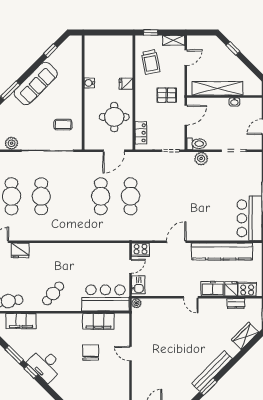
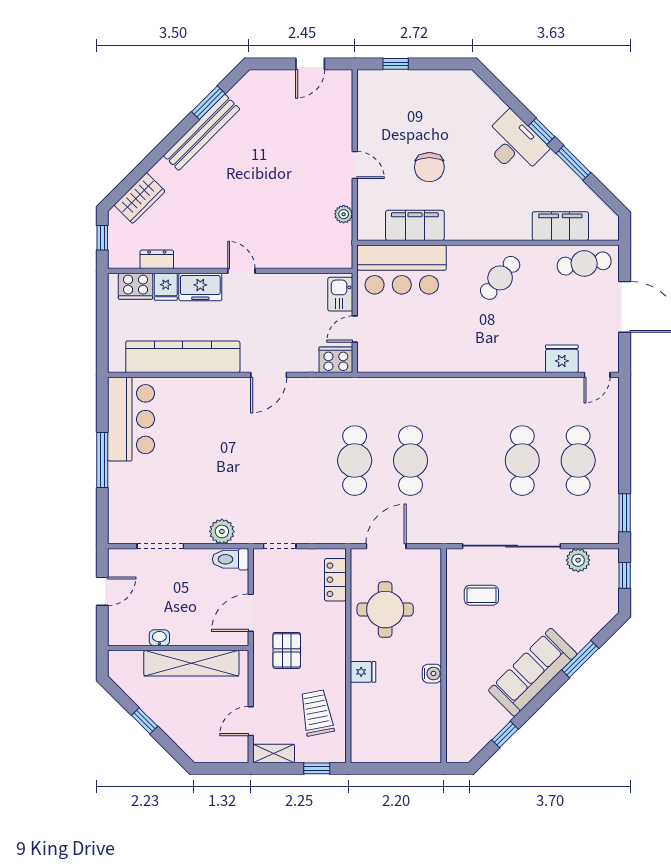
window: (233, 48) -> (145, 721), moved
pallet: (167, 95) -> (287, 650), turned 90
plant: (136, 303) -> (344, 214), moved

